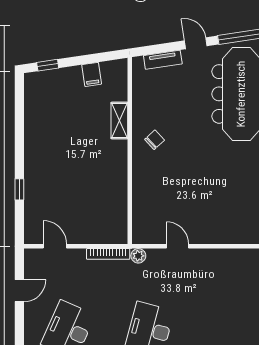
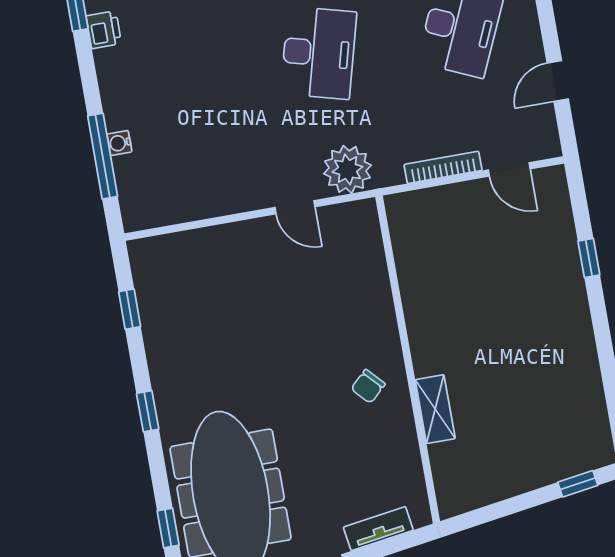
filing cabinet: (92, 74) -> (498, 481), removed
bookcase: (108, 254) -> (443, 167), moved
plant: (138, 256) -> (347, 169), width x1.87, depth x1.87

